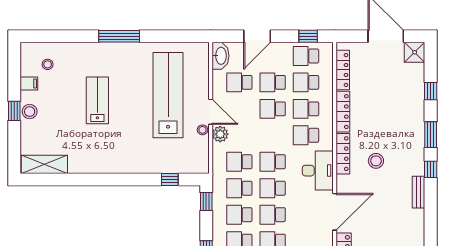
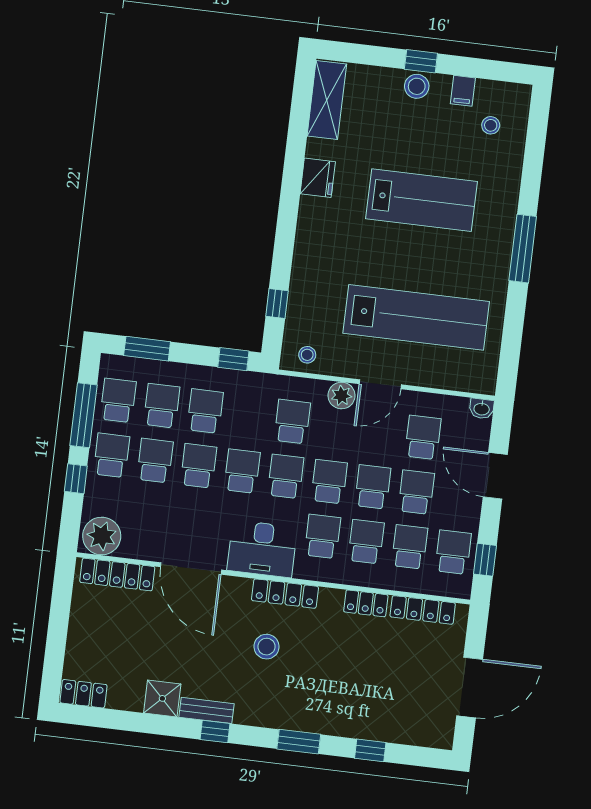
shower: (415, 52) -> (162, 698), moved
washbasin: (220, 56) -> (482, 409), width x0.52, depth x0.69
lab bench: (97, 100) -> (422, 200), width x1.36, depth x1.39
locker: (343, 112) -> (366, 603), width x0.66
stool: (202, 130) -> (307, 355), moved
fridge: (92, 164) -> (318, 178), added
window: (431, 169) -> (215, 732), moved
school desk: (239, 188) -> (329, 482), moved

